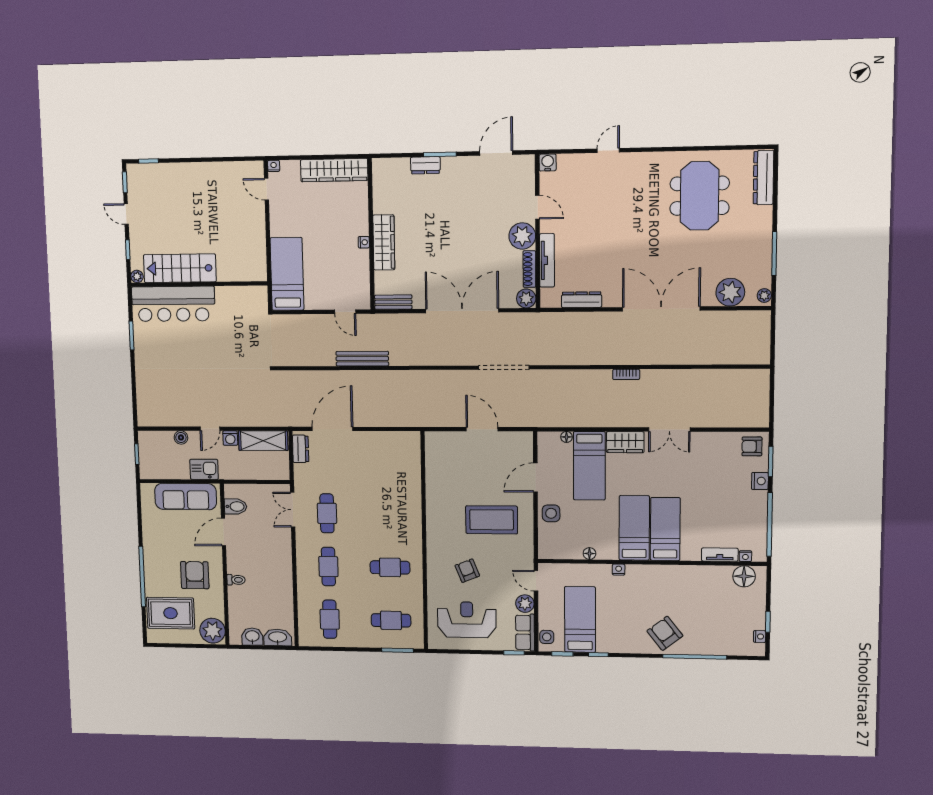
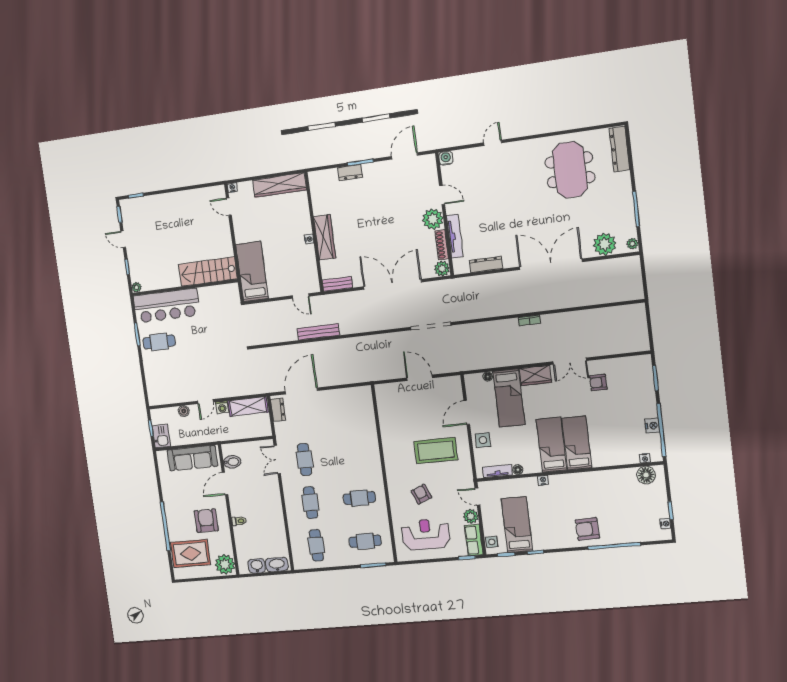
stairs: (180, 268) -> (208, 272), moved
cafe table: (159, 348) -> (159, 342), added
armchair: (752, 446) -> (598, 382), moved
kitchen sink: (204, 469) -> (161, 436), moved, turned 90
nightstand: (760, 481) -> (652, 426), moved
tv unit: (720, 555) -> (497, 471), moved
armchair: (665, 633) -> (587, 529), turned -54

